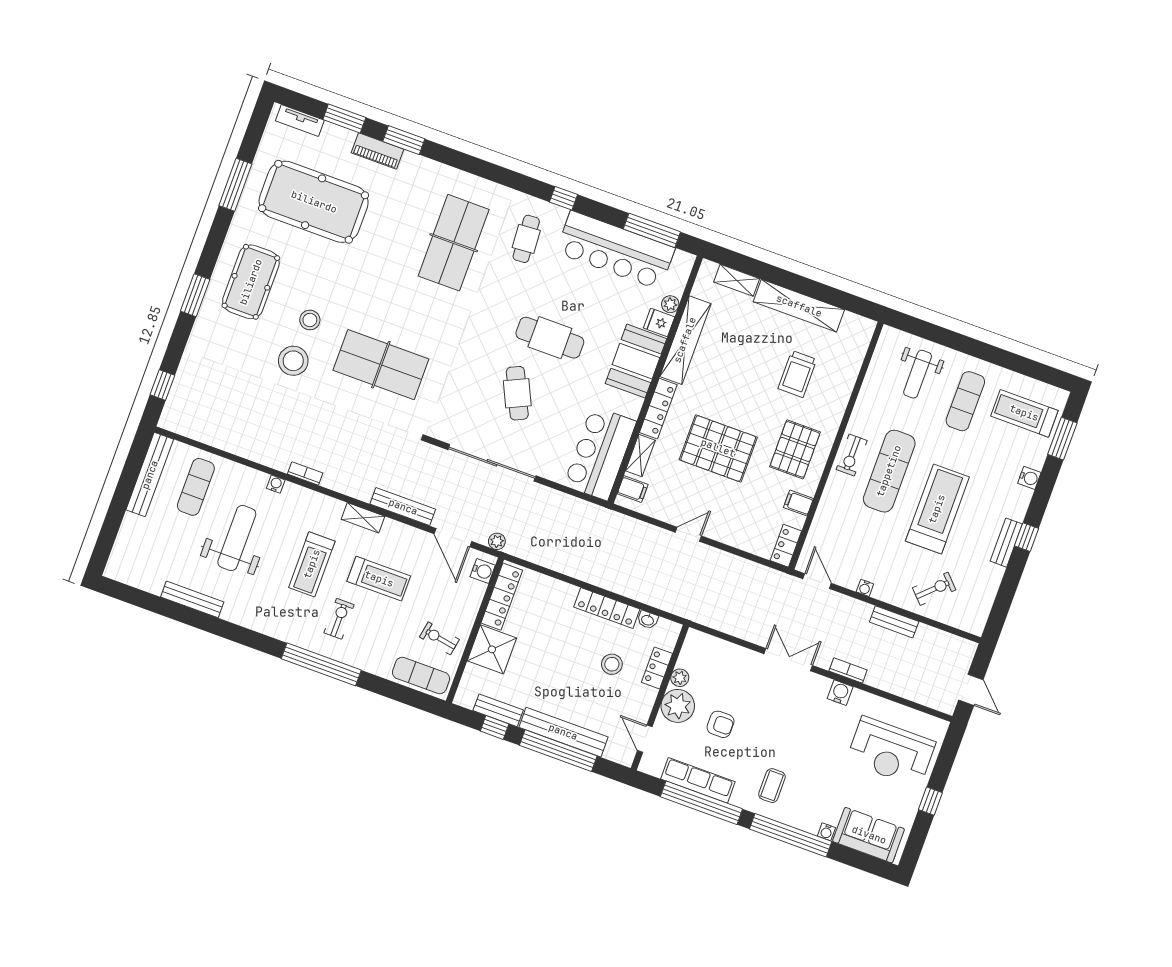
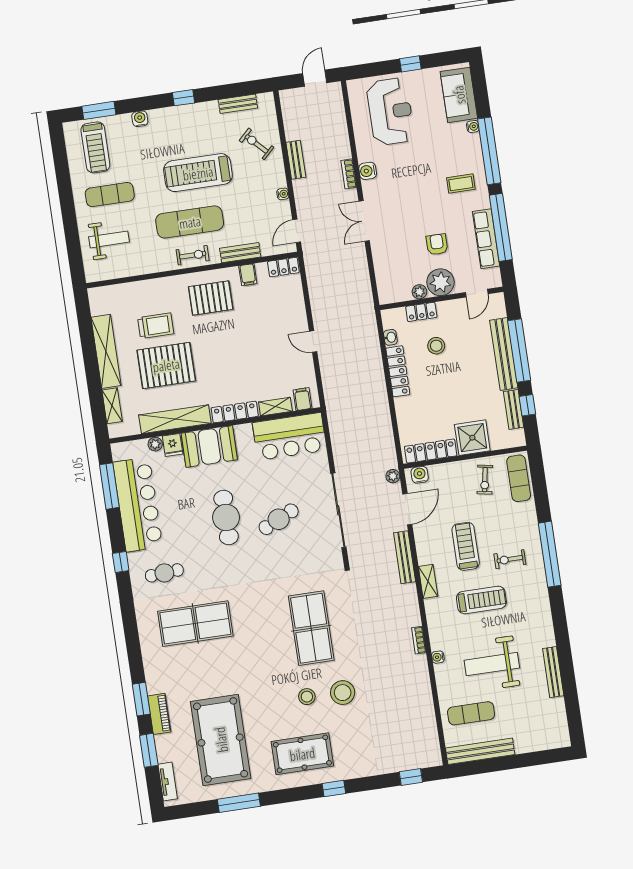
window: (195, 295) -> (334, 789), width x0.67
pallet: (718, 448) -> (166, 365), moved, turned 90
bench: (827, 508) -> (240, 253), added
bench: (1006, 543) -> (238, 104), moved

